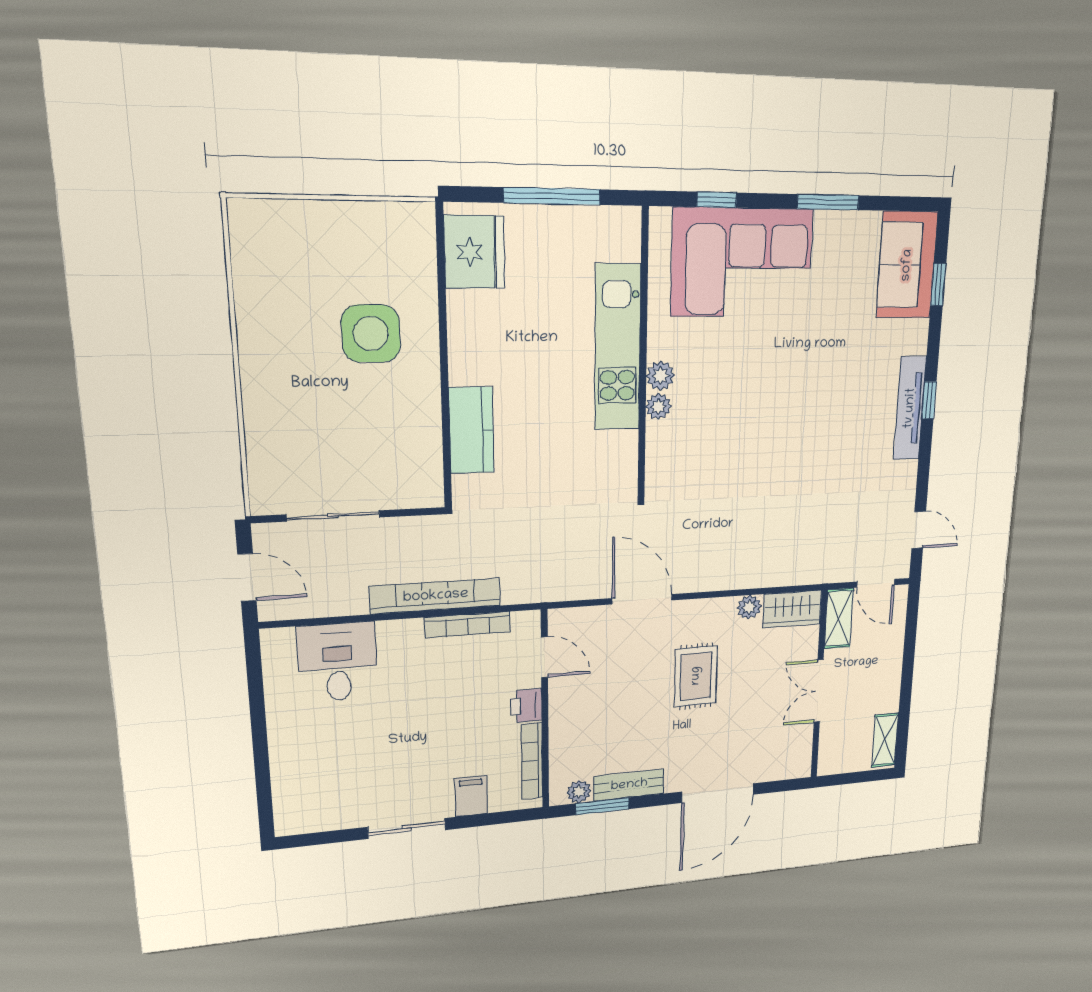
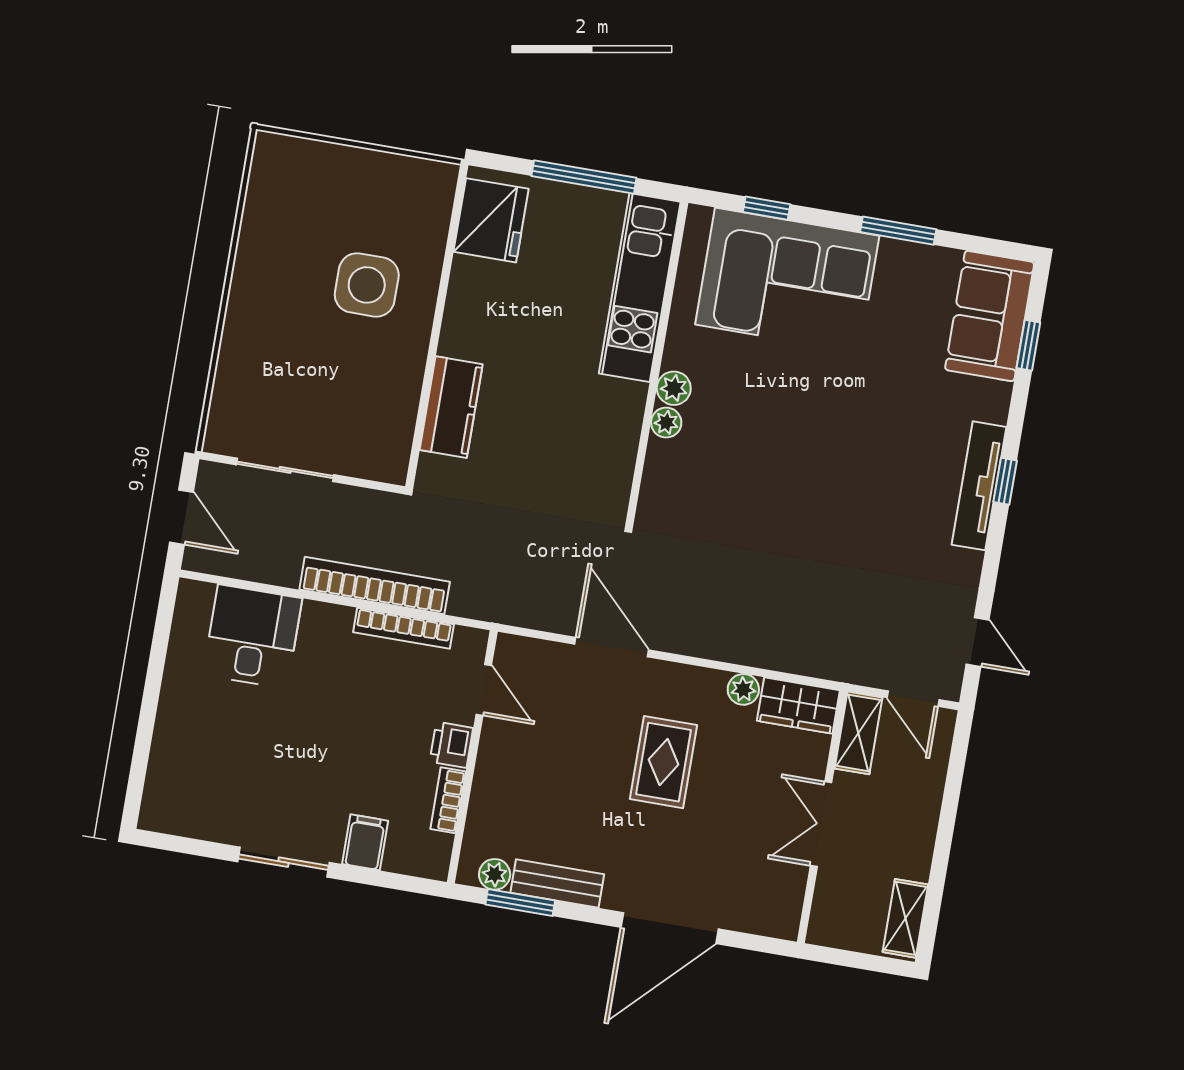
kitchen unit: (618, 348) -> (640, 288), moved
bookcase: (532, 761) -> (448, 800), width x0.64

